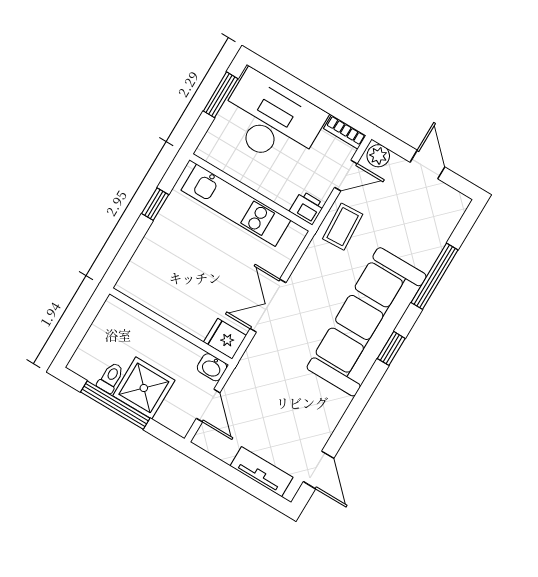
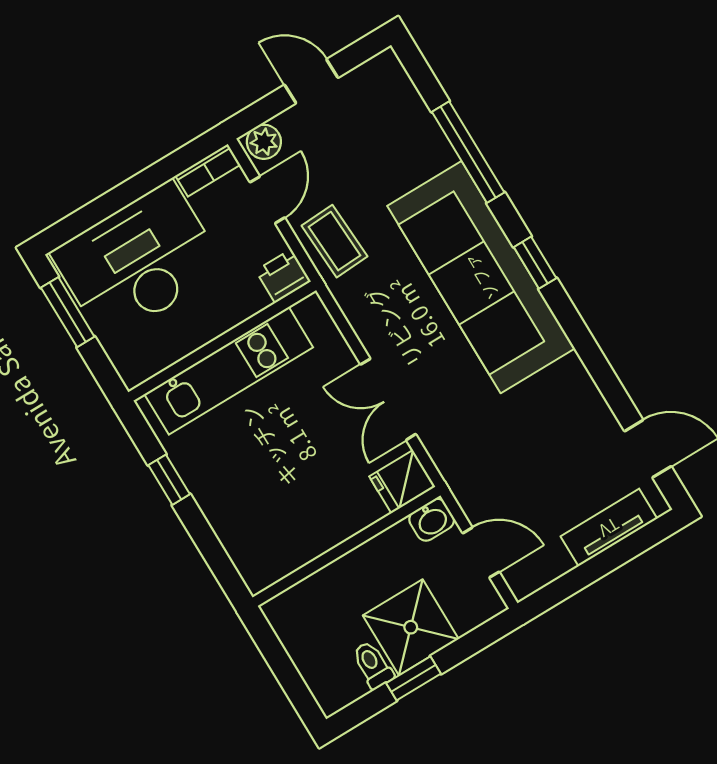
window: (115, 405) -> (414, 678), width x0.46

